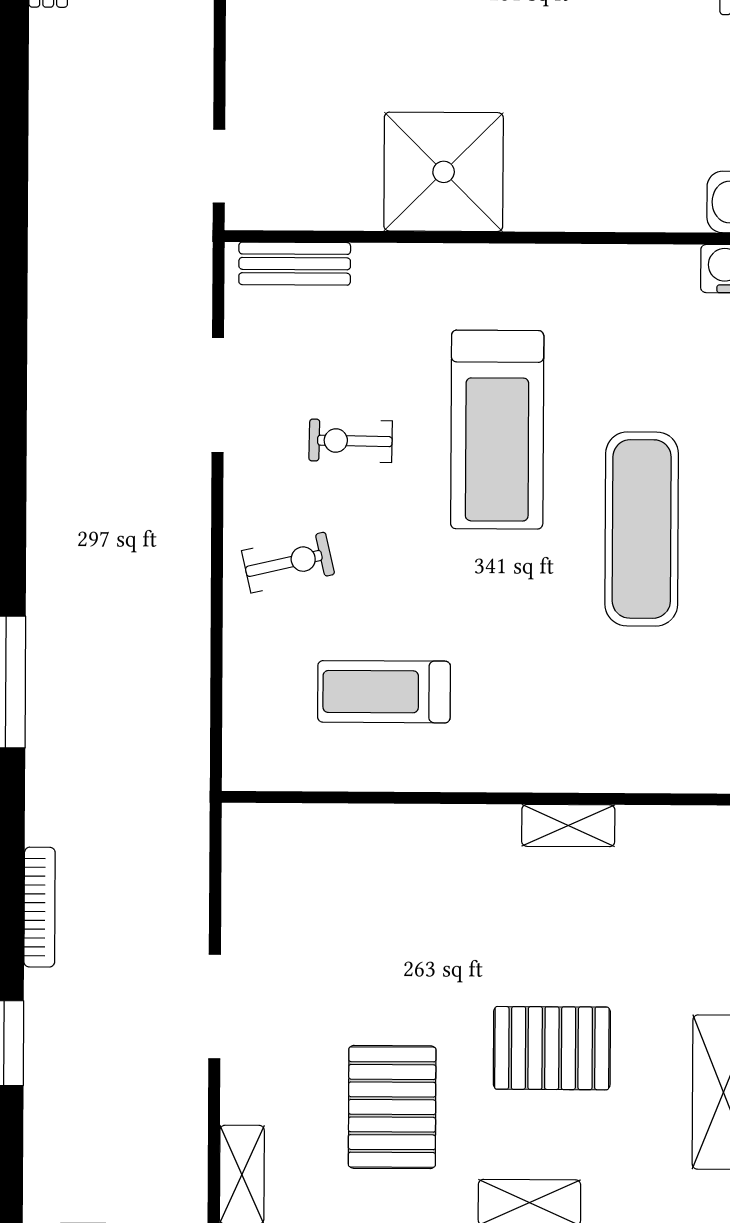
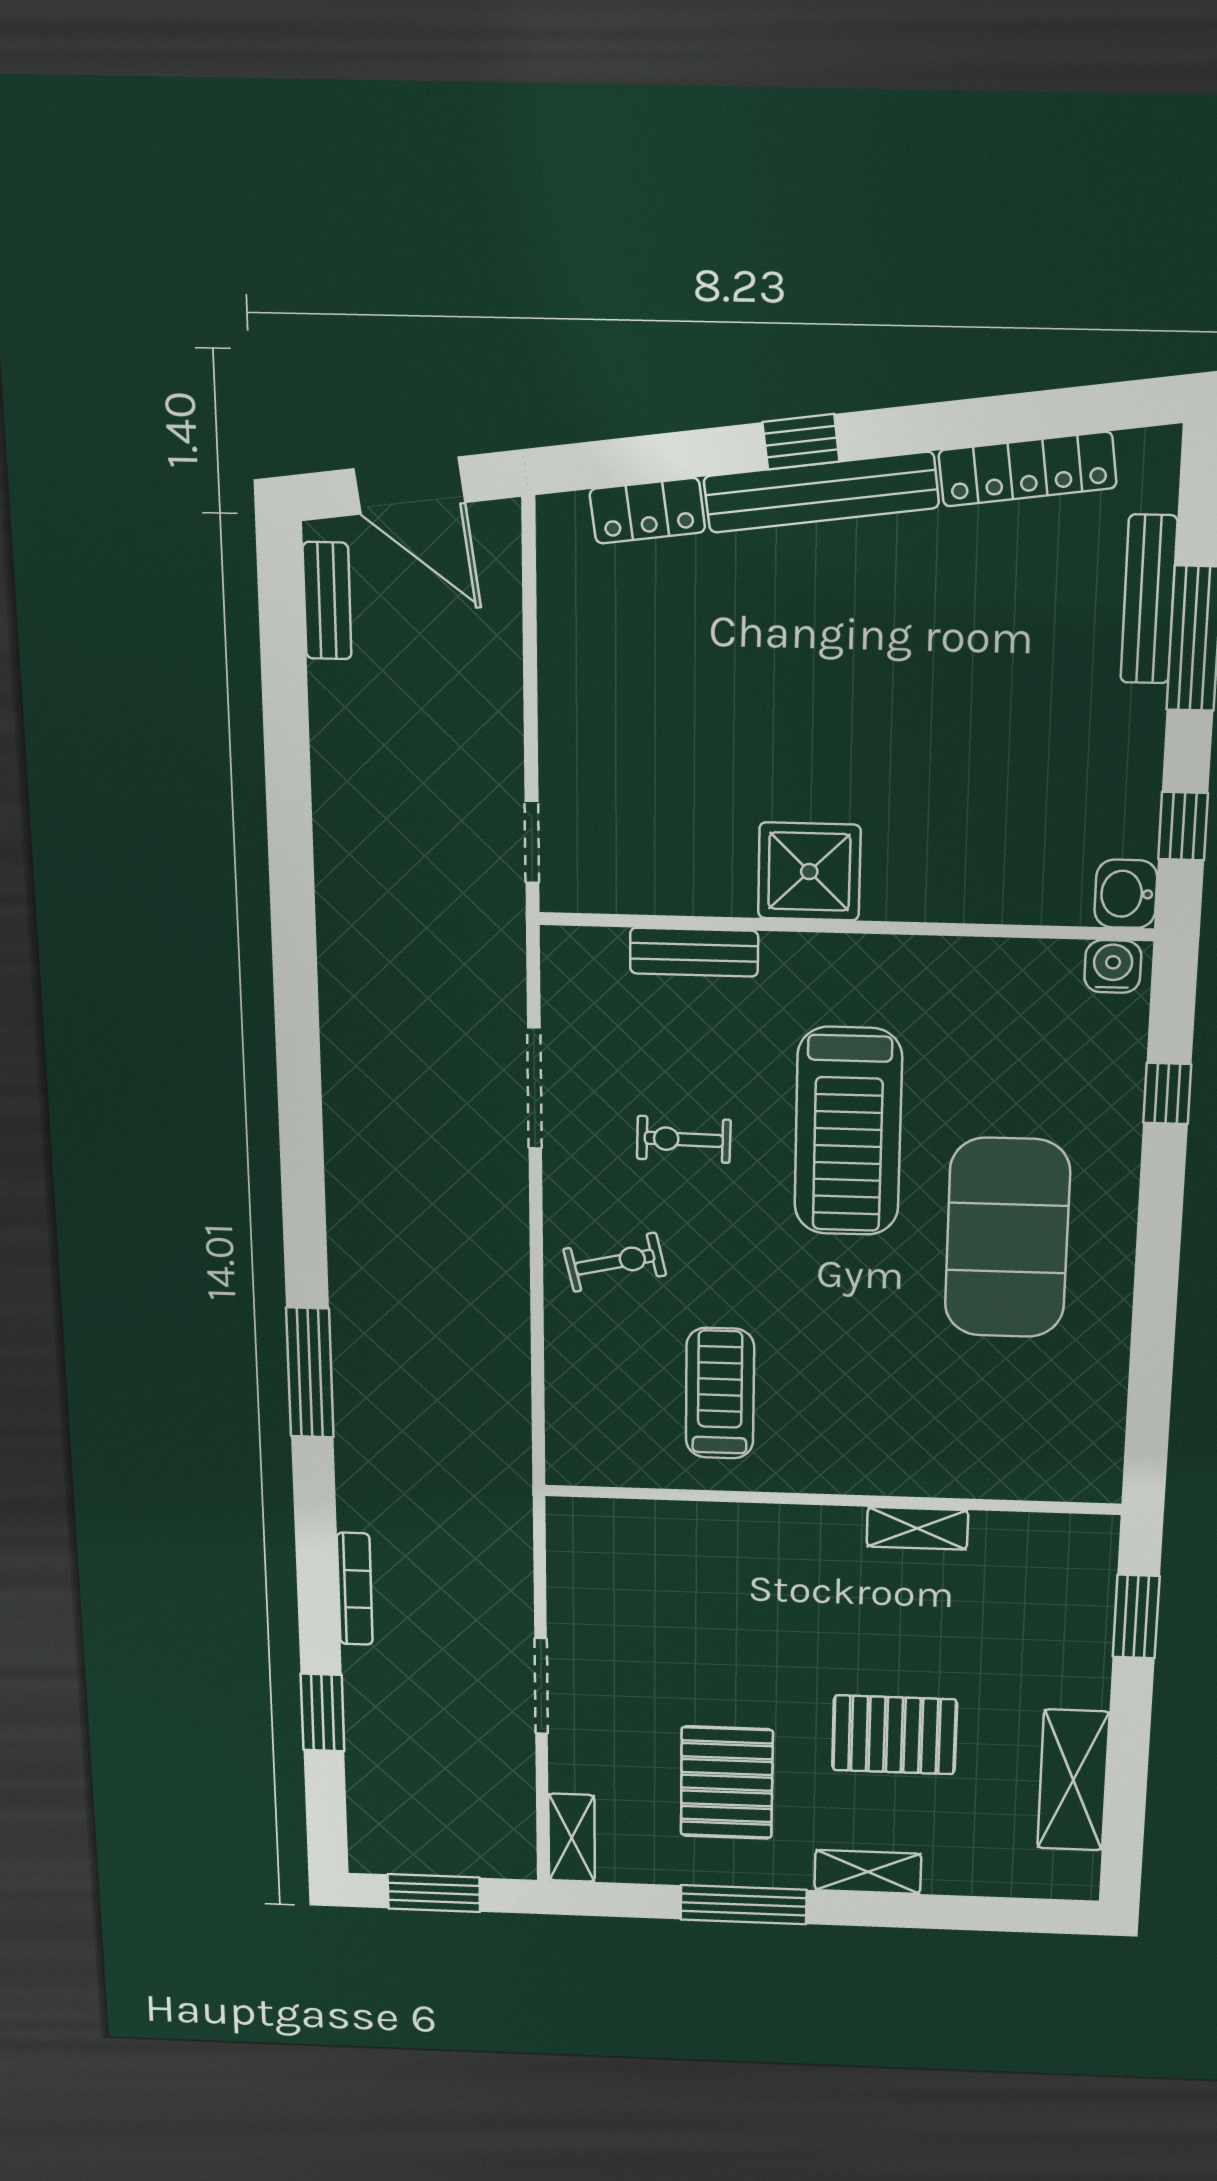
shower: (444, 172) -> (809, 872), width x0.73, depth x0.73
bench: (295, 264) -> (694, 952), moved
exercise mat: (642, 529) -> (1007, 1238), width x1.47
treadmill: (384, 692) -> (720, 1393), turned 90

